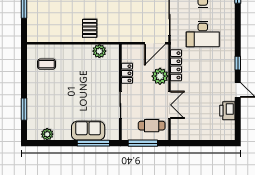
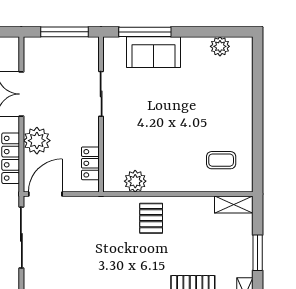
shelving: (39, 37) -> (234, 205), added
locker: (127, 73) -> (90, 163), moved
window: (24, 109) -> (258, 87), removed
cafe table: (152, 126) -> (50, 60), removed

